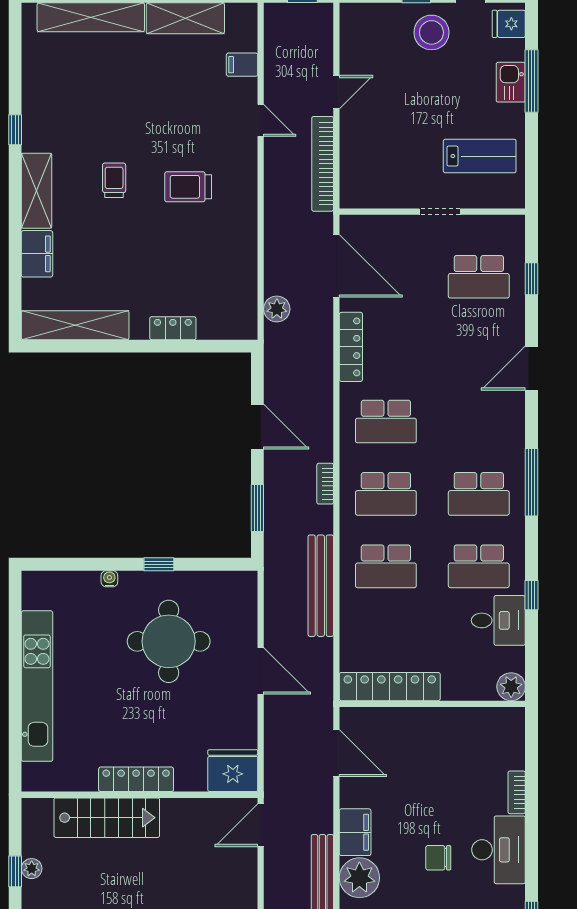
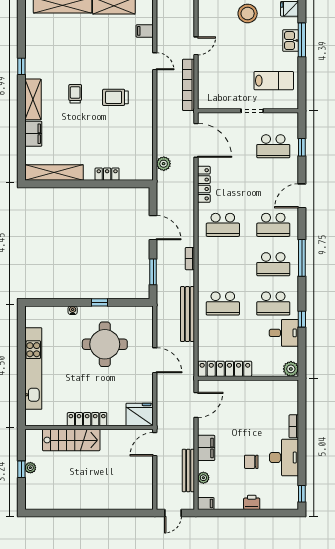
school desk: (386, 494) -> (273, 225), moved
door: (336, 753) -> (196, 405), hinge flipped
plant: (359, 878) -> (203, 478), width x0.53, depth x0.53

